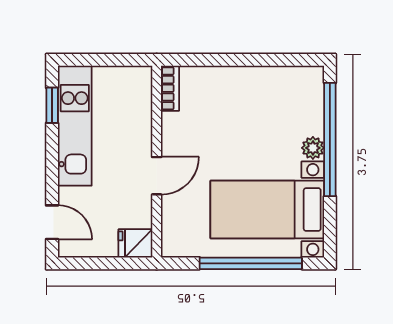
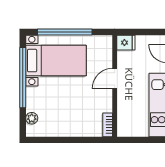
window: (330, 140) -> (23, 78), moved
plant: (313, 148) -> (32, 118), moved

